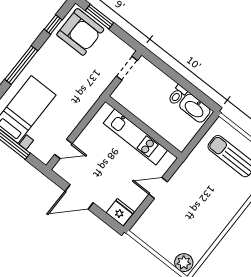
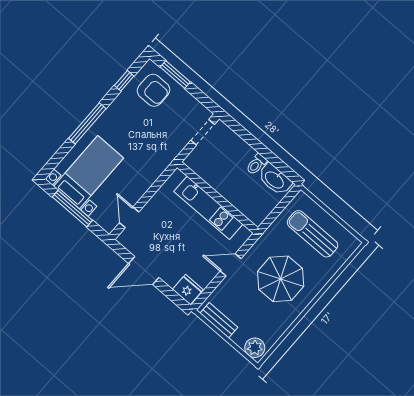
armchair: (80, 32) -> (154, 90), width x0.73, depth x0.73
door: (63, 149) -> (129, 217), swing flipped
parasol: (204, 199) -> (281, 279), added
bench: (150, 239) -> (219, 320), added

